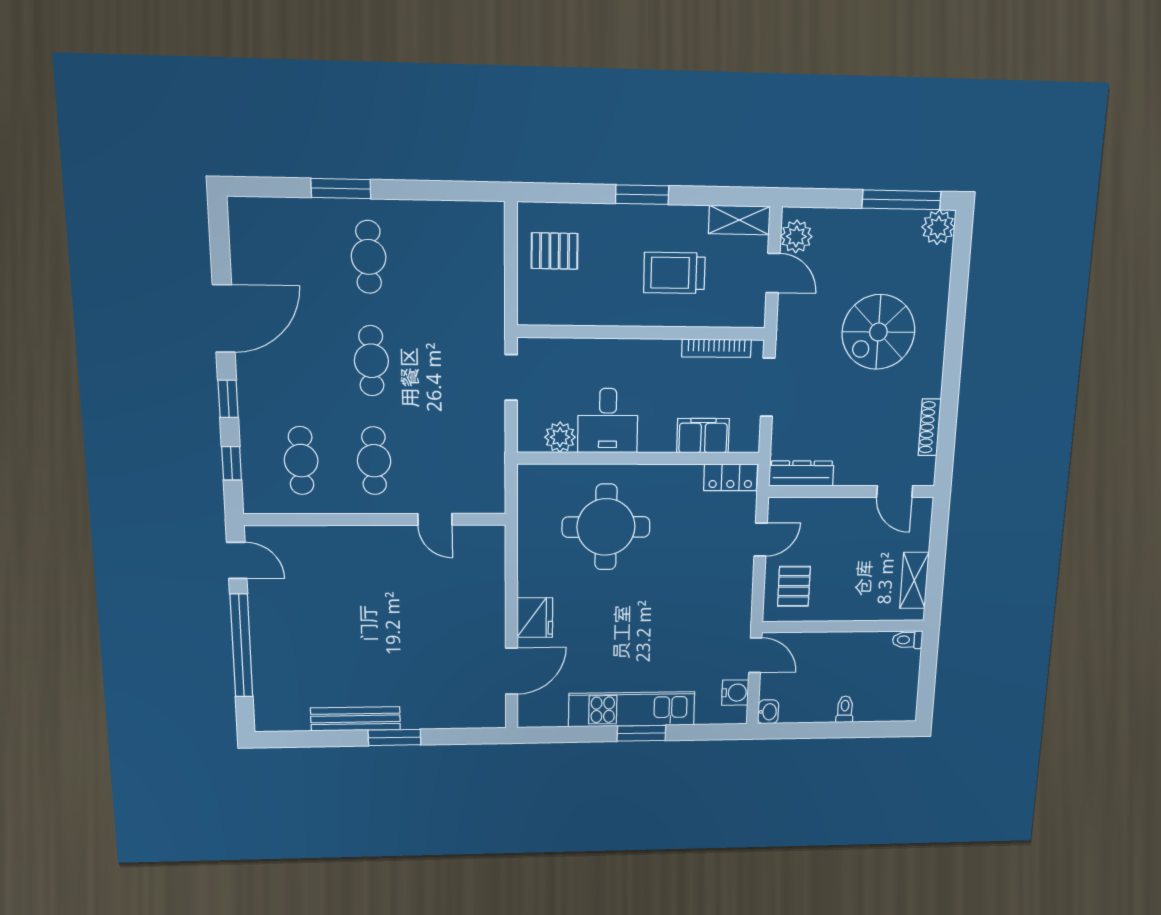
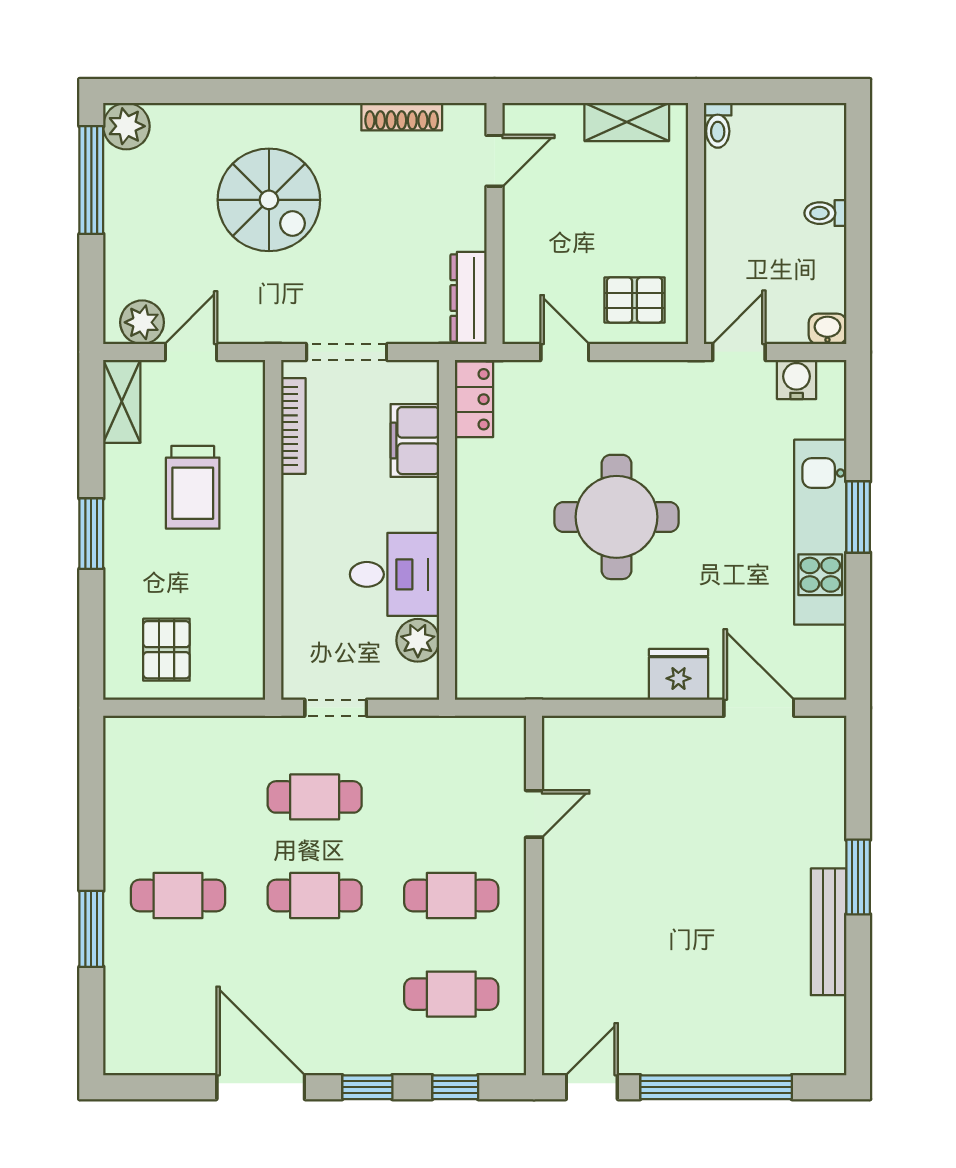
cafe table: (445, 361) -> (315, 797), added
round table: (606, 527) -> (617, 517), moved

